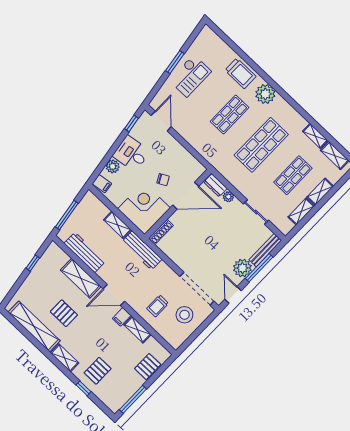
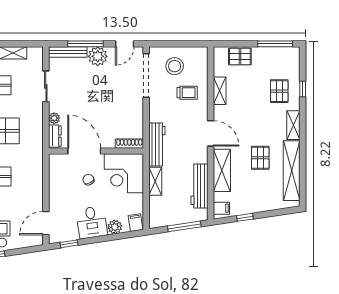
filing cabinet: (122, 317) -> (221, 208), moved
pallet: (98, 371) -> (279, 91), turned 90

